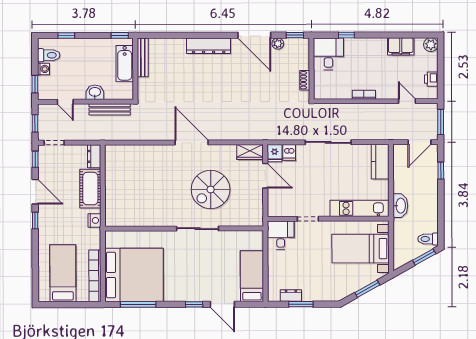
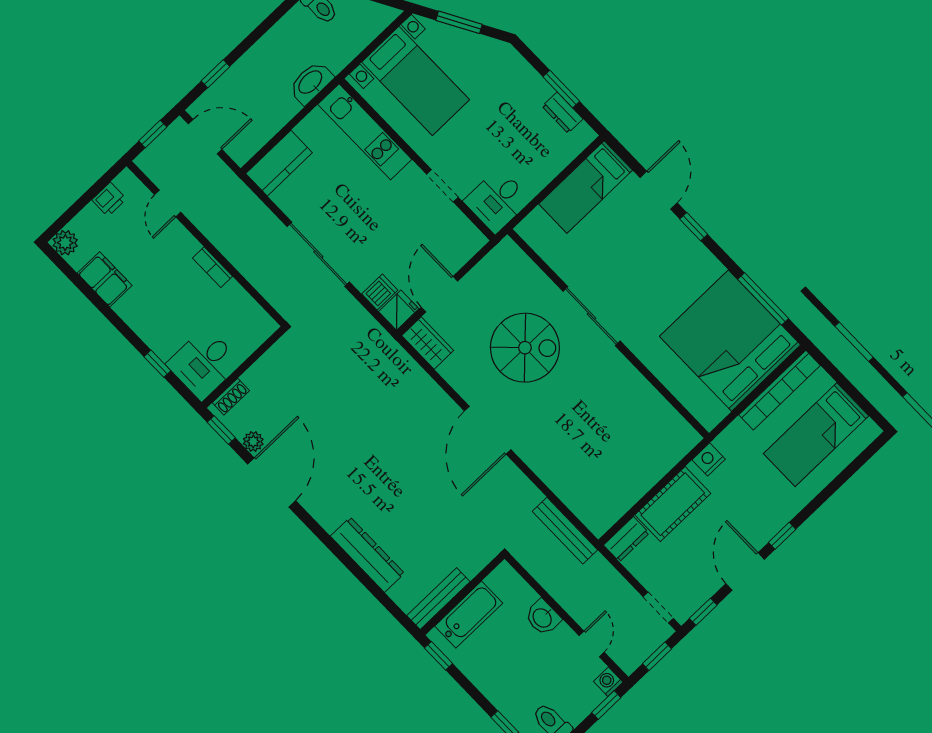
dresser: (209, 46) -> (367, 555), moved
washing machine: (44, 69) -> (608, 682), moved
shoe rack: (305, 80) -> (231, 397), moved
bench: (110, 109) -> (565, 531), moved
window: (441, 122) -> (153, 134), width x0.67

